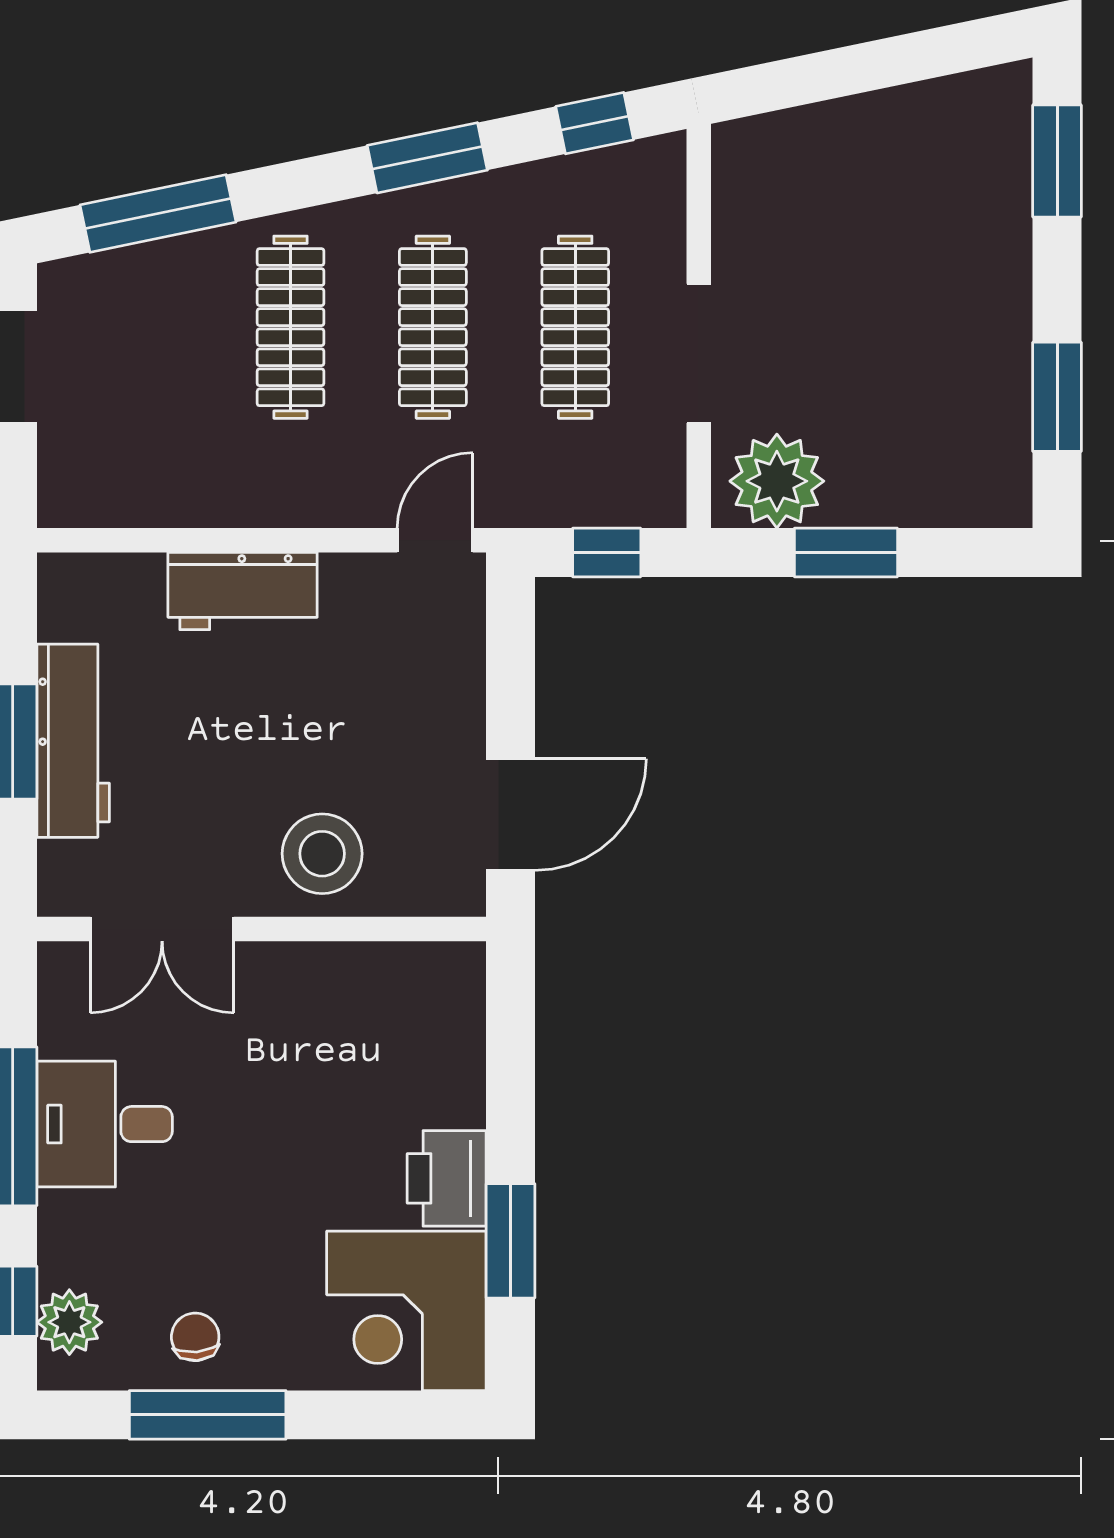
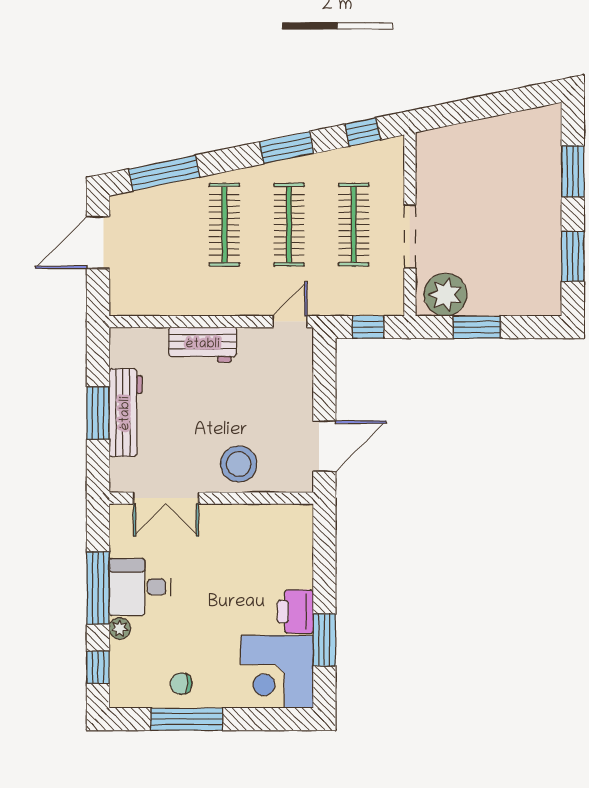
window: (1057, 161) -> (573, 171), moved
plant: (69, 1322) -> (120, 628), moved, width x0.73, depth x0.73
chair: (195, 1337) -> (181, 684), turned -85

